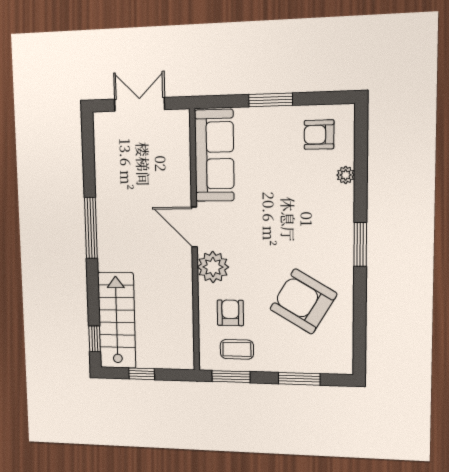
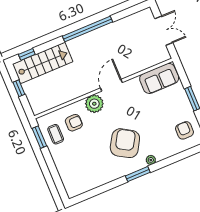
sofa: (214, 155) -> (159, 78), width x0.73
plant: (346, 175) -> (151, 160), moved
window: (91, 228) -> (87, 29), width x1.46
armchair: (303, 301) -> (125, 143), moved
window: (299, 379) -> (54, 173), removed

